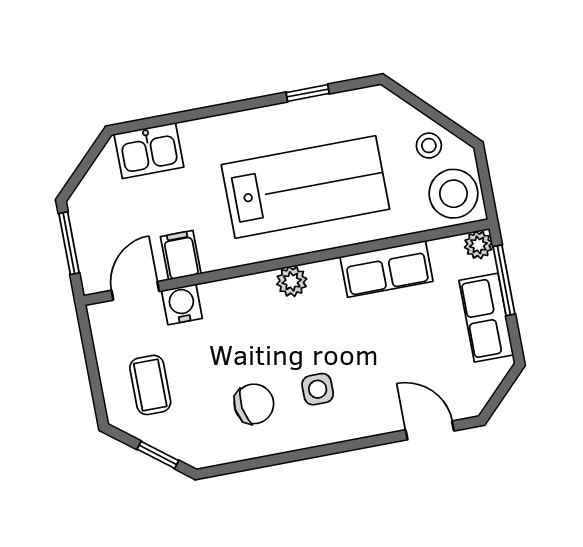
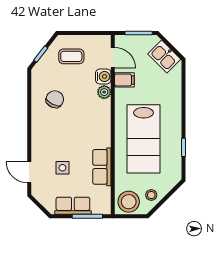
kitchen sink: (149, 151) -> (164, 57), moved, turned -45
plant: (478, 245) -> (105, 208), removed
plant: (292, 281) -> (104, 92), moved
side table: (318, 389) -> (62, 168), moved
chair: (254, 404) -> (55, 99), turned -145
door: (430, 430) -> (29, 172), swing flipped

